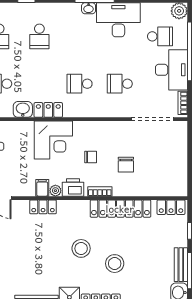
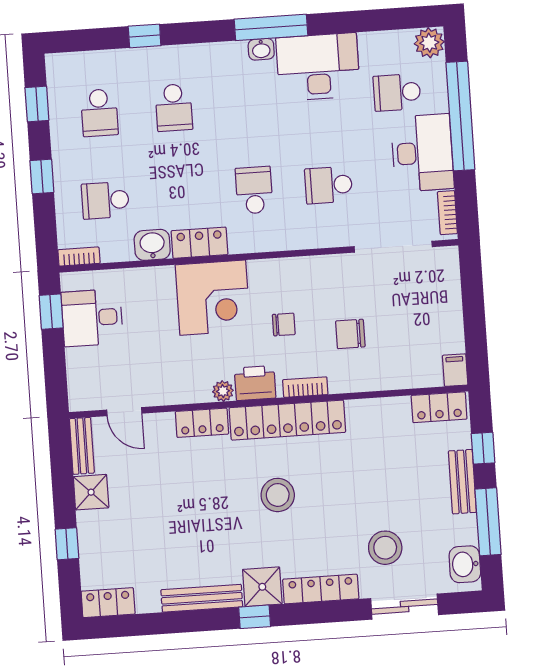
school desk: (160, 36) -> (397, 92), turned 180
school desk: (80, 84) -> (254, 190), turned 90
chair: (126, 165) -> (350, 334), turned 90
filing cabinet: (42, 188) -> (455, 370), moved
locker: (120, 209) -> (287, 420), moved
stool: (115, 264) -> (385, 548), moved
bench: (181, 265) -> (462, 482), moved

